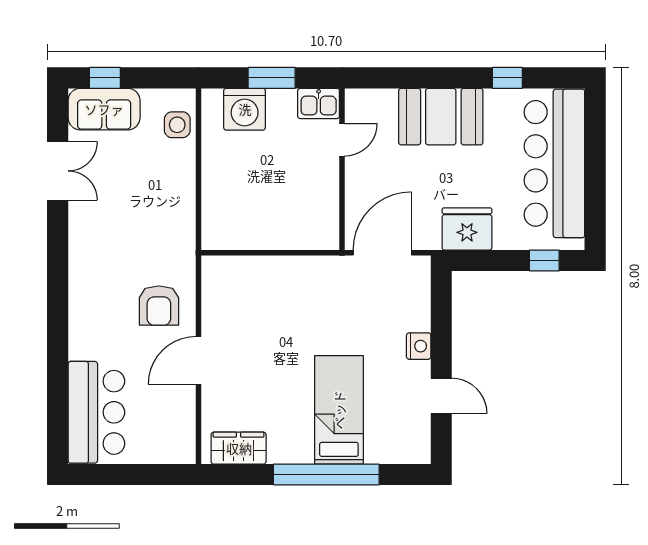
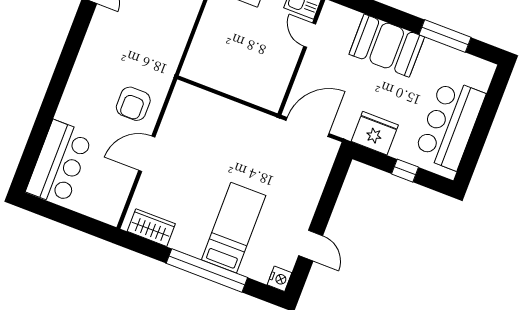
window: (507, 78) -> (445, 36), width x2.17
door: (342, 140) -> (310, 35), swing flipped
bar counter: (554, 163) -> (450, 124), width x0.73
window: (544, 261) -> (405, 171), moved
nightstand: (419, 346) -> (279, 279), moved

